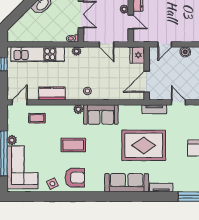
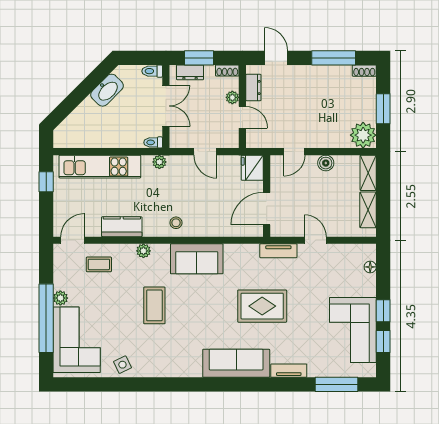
plant: (78, 109) -> (143, 251), moved
coffee table: (73, 145) -> (154, 305), turned 90
rug: (144, 145) -> (262, 306), width x0.73, depth x0.69
armchair: (75, 178) -> (157, 355), removed

